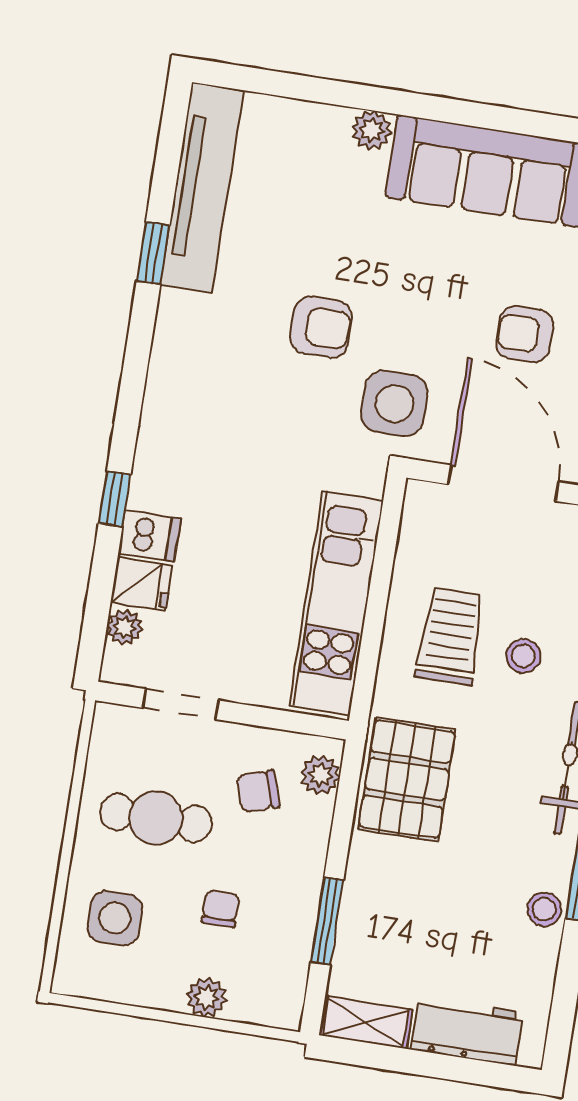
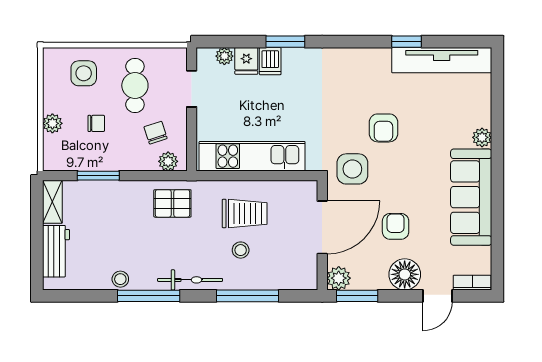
window: (115, 499) -> (285, 42), width x1.50
pallet: (407, 779) -> (172, 203), width x0.67, depth x0.71

